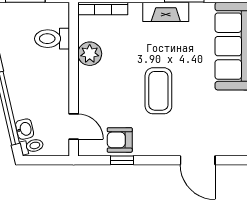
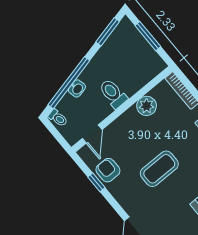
toilet: (52, 39) -> (113, 94), moved
washbasin: (25, 129) -> (77, 88), moved

